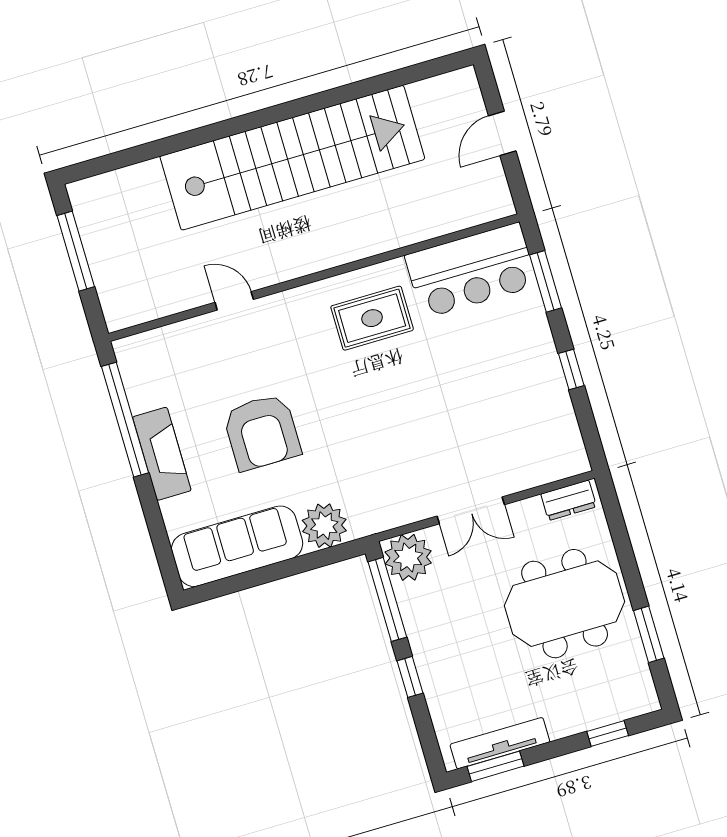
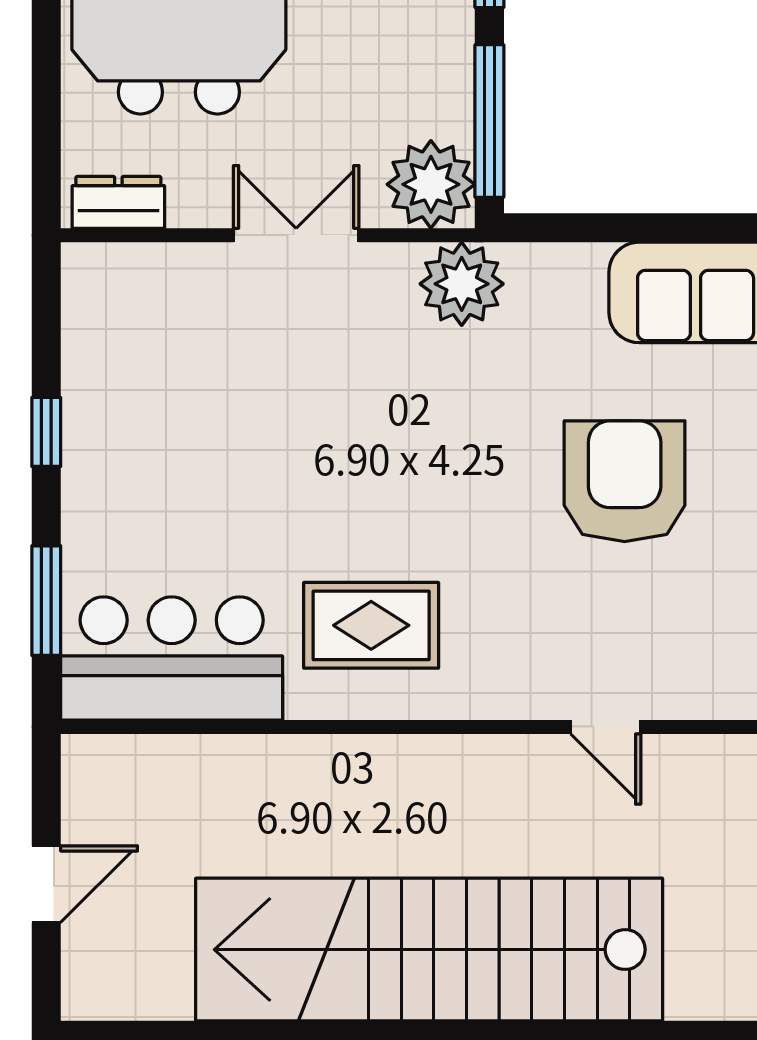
plant: (324, 526) -> (462, 284), moved

